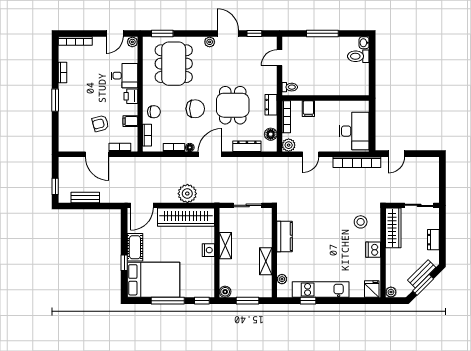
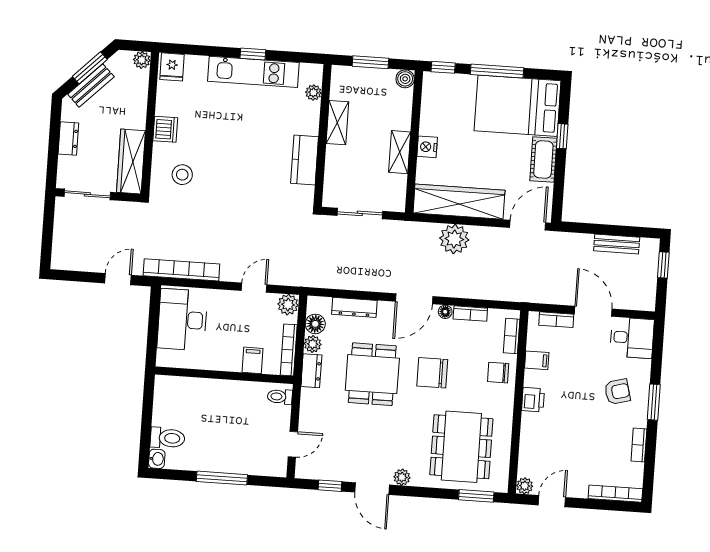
desk: (124, 76) -> (632, 338), moved, turned 180
plant: (271, 122) -> (313, 344), added
armchair: (100, 123) -> (617, 392), moved
window: (308, 301) -> (253, 54), moved

